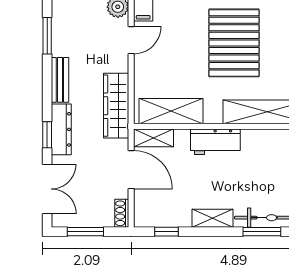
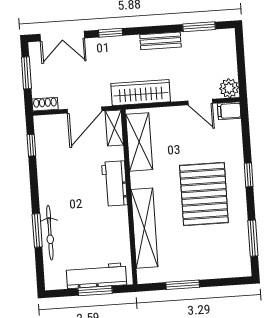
pallet: (234, 43) -> (204, 194), turned 90
dresser: (61, 129) -> (116, 45), removed
shelving: (213, 218) -> (46, 186), removed

